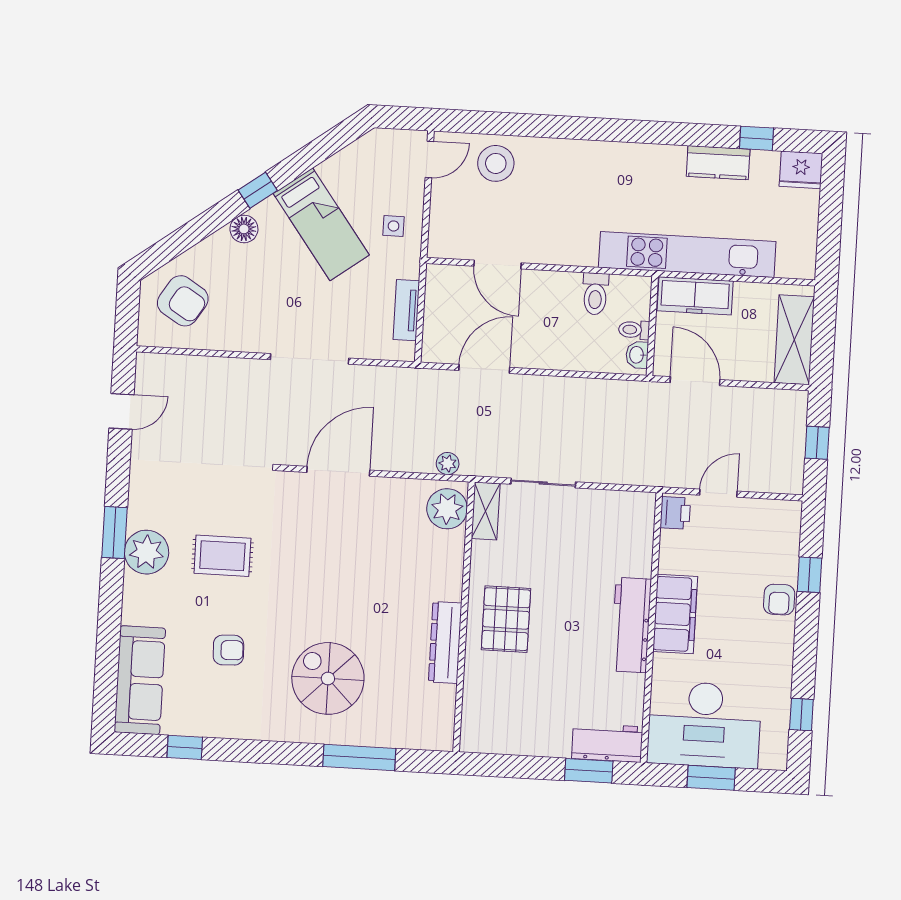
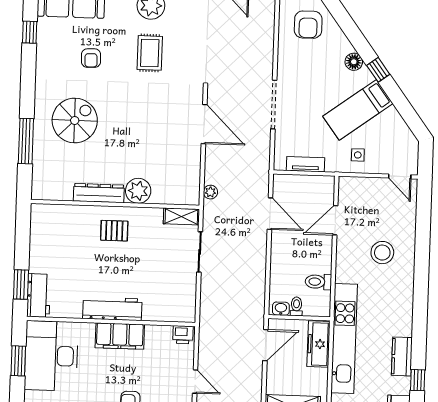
stool: (496, 163) -> (382, 253), moved
armchair: (183, 301) -> (308, 25), turned -32
door: (718, 493) -> (195, 382), moved
plant: (447, 509) -> (138, 191), moved
pallet: (506, 619) -> (114, 231), width x0.67, depth x0.71

